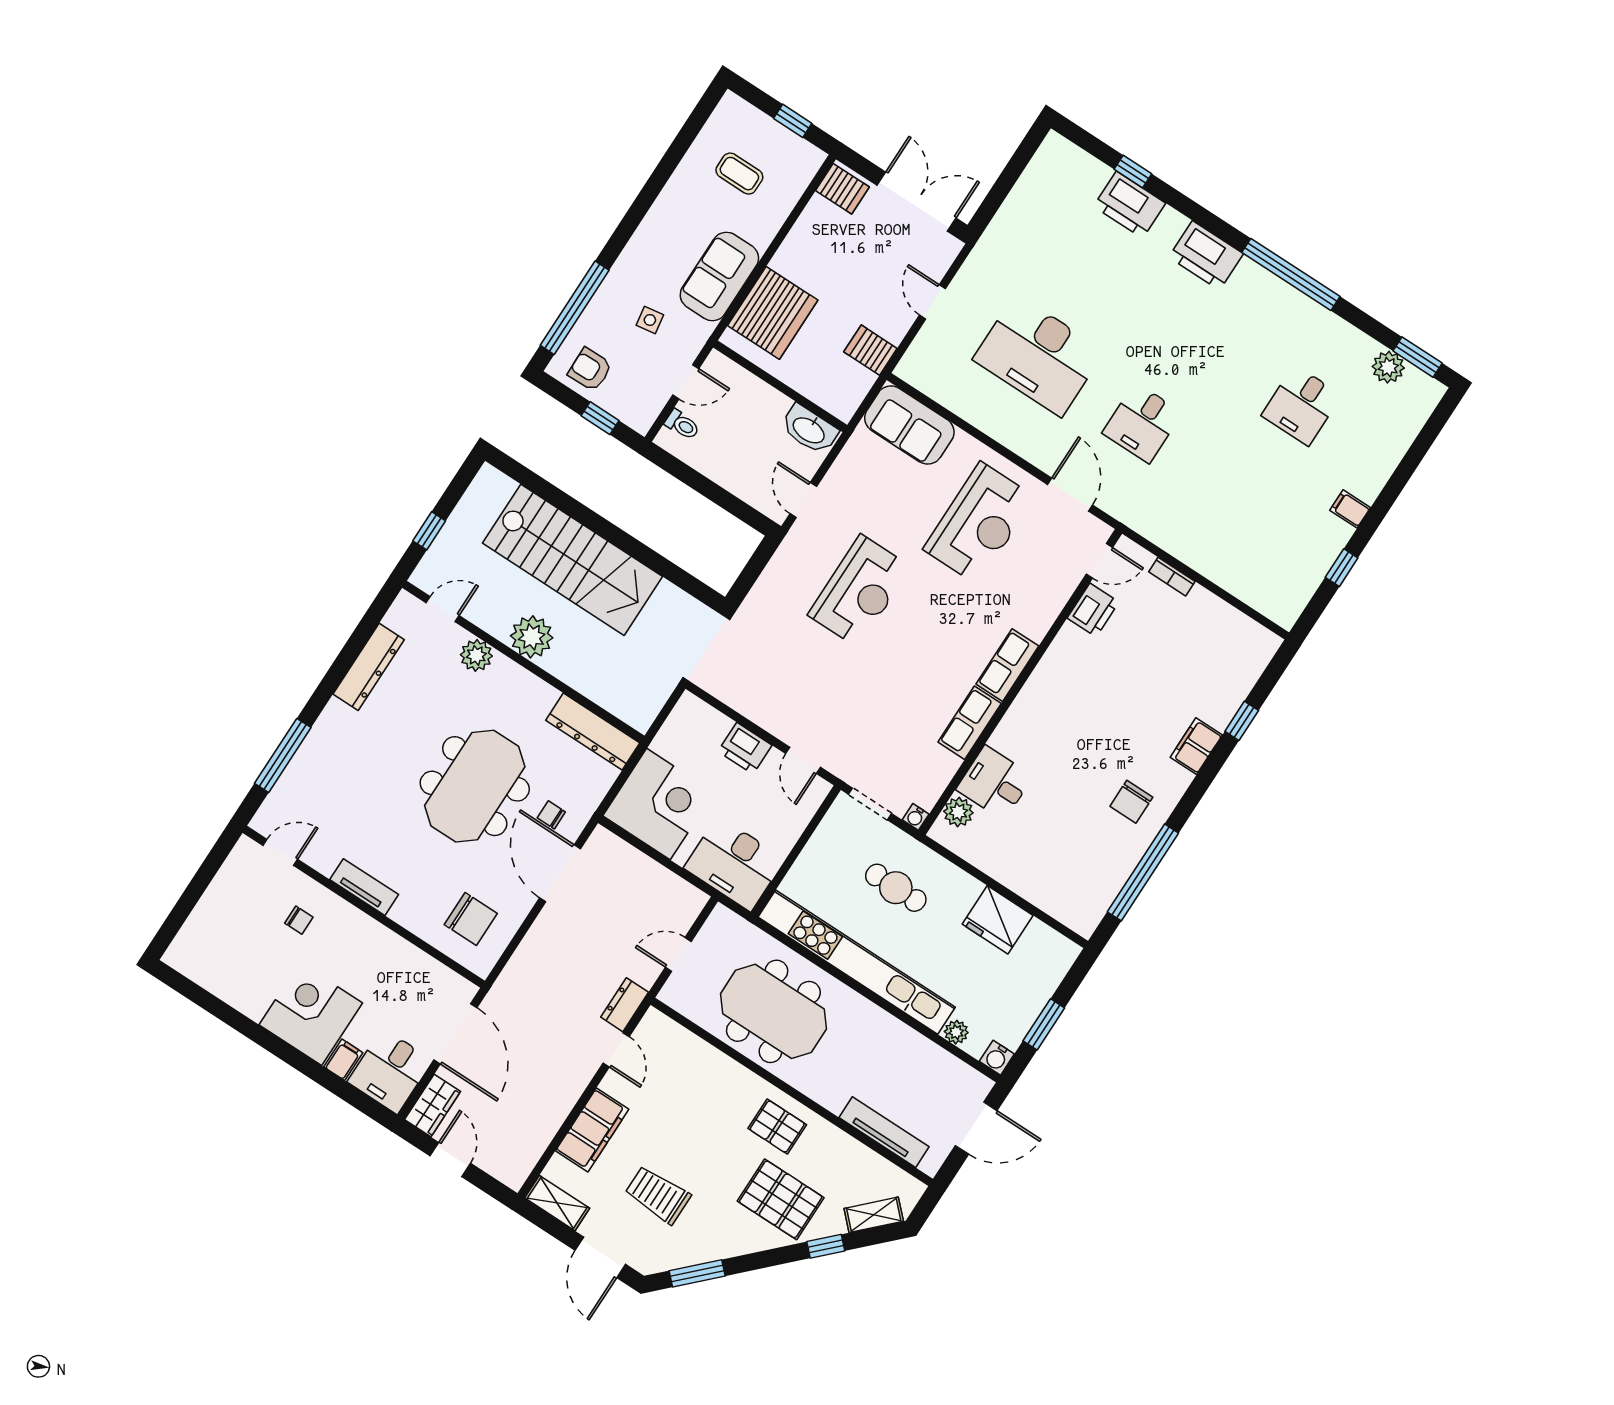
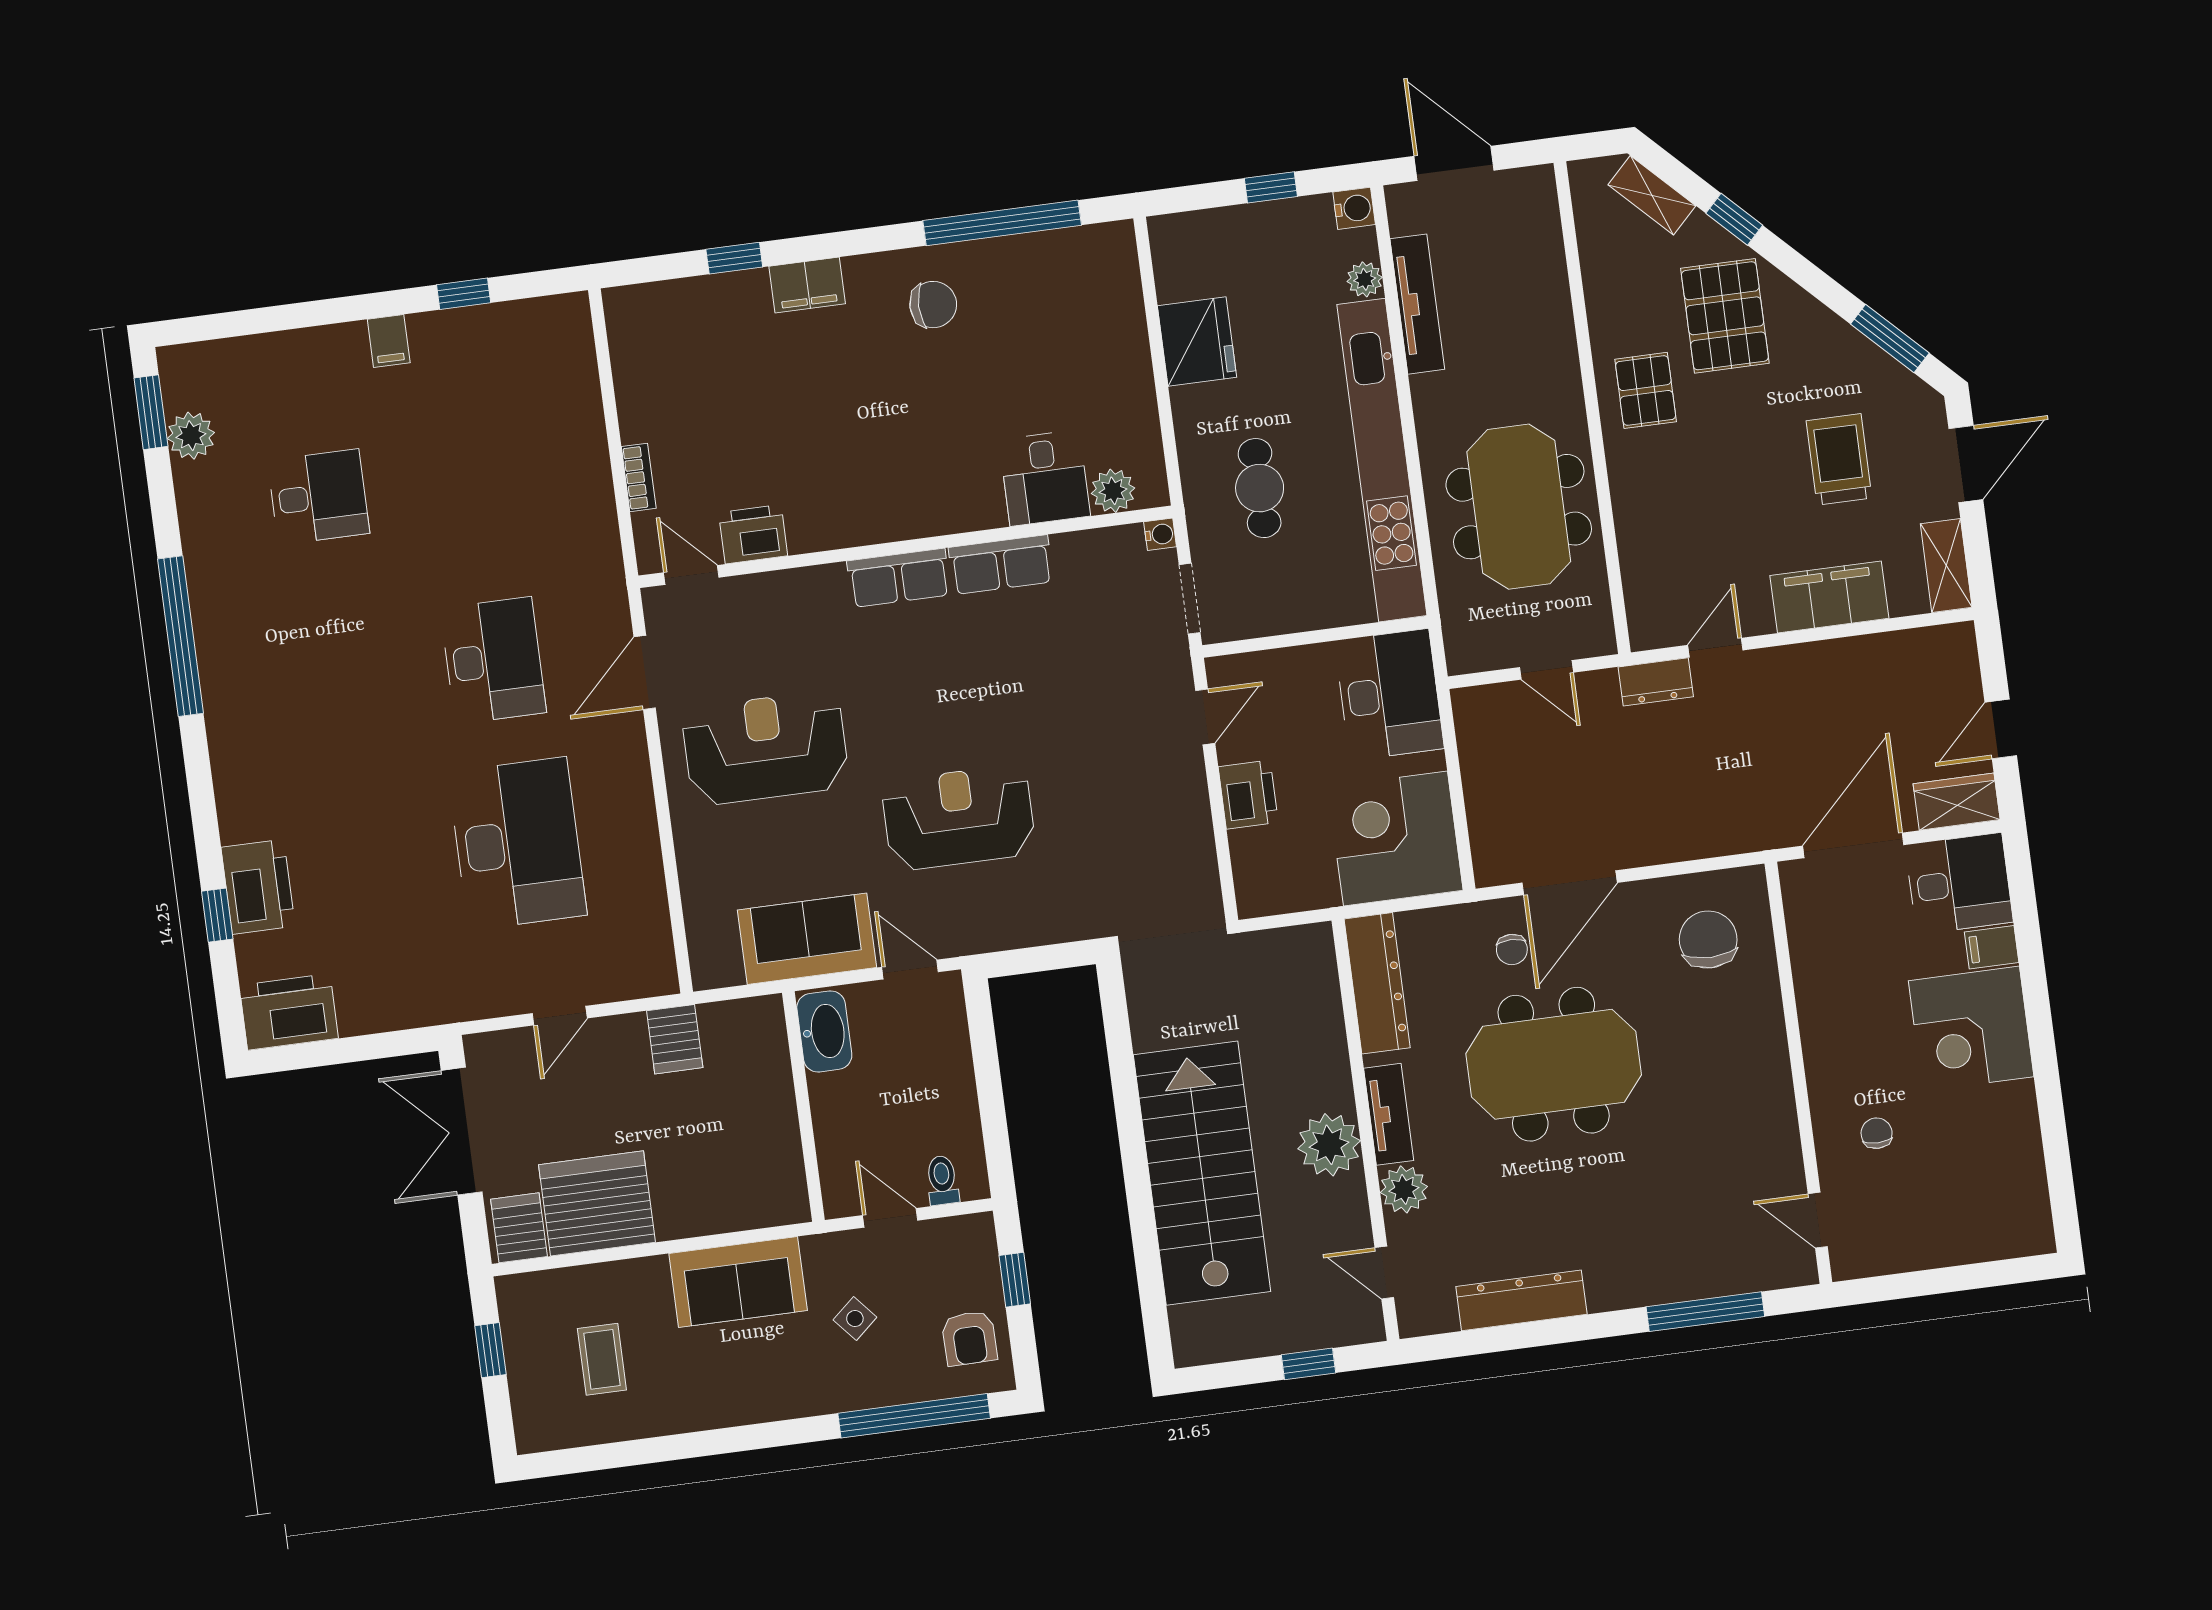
printer: (1206, 255) -> (289, 1012), moved, turned -90
server rack: (773, 313) -> (597, 1203), moved
side table: (650, 320) -> (855, 1319), turned -32
desk: (1142, 423) -> (493, 660), width x1.37
sofa: (909, 425) -> (807, 939), moved, turned -90
door: (803, 500) -> (910, 970), swing flipped
tv unit: (364, 887) -> (1389, 1114), moved, turned 180
window: (1044, 1024) -> (1271, 187), width x0.67
tv unit: (884, 1132) -> (1417, 304), moved, turned 180
trolley: (658, 1195) -> (1839, 459), turned 180

